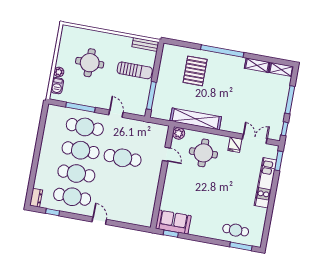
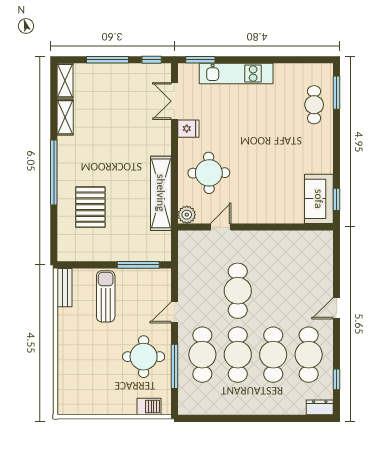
round table: (90, 63) -> (144, 357), moved
pallet: (195, 71) -> (90, 207), turned 90
plant: (59, 72) -> (128, 408), removed

